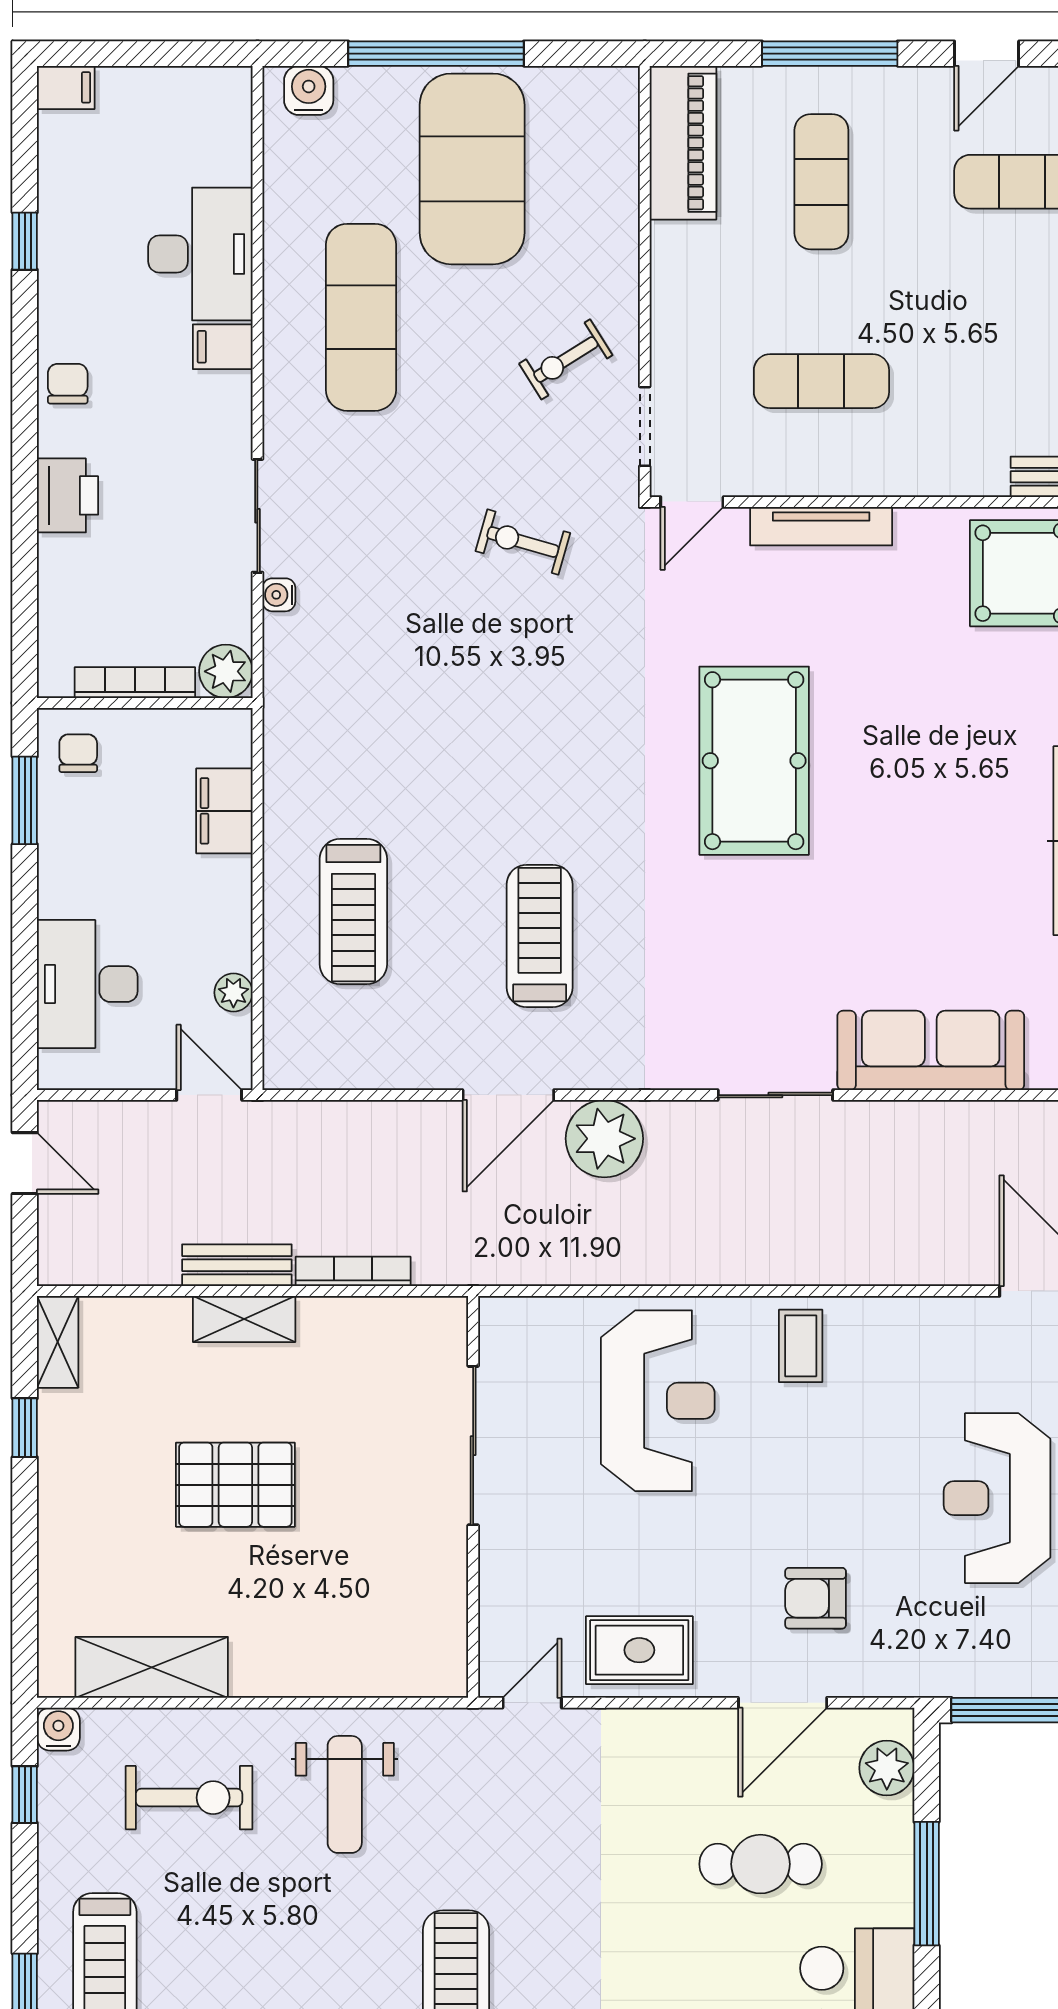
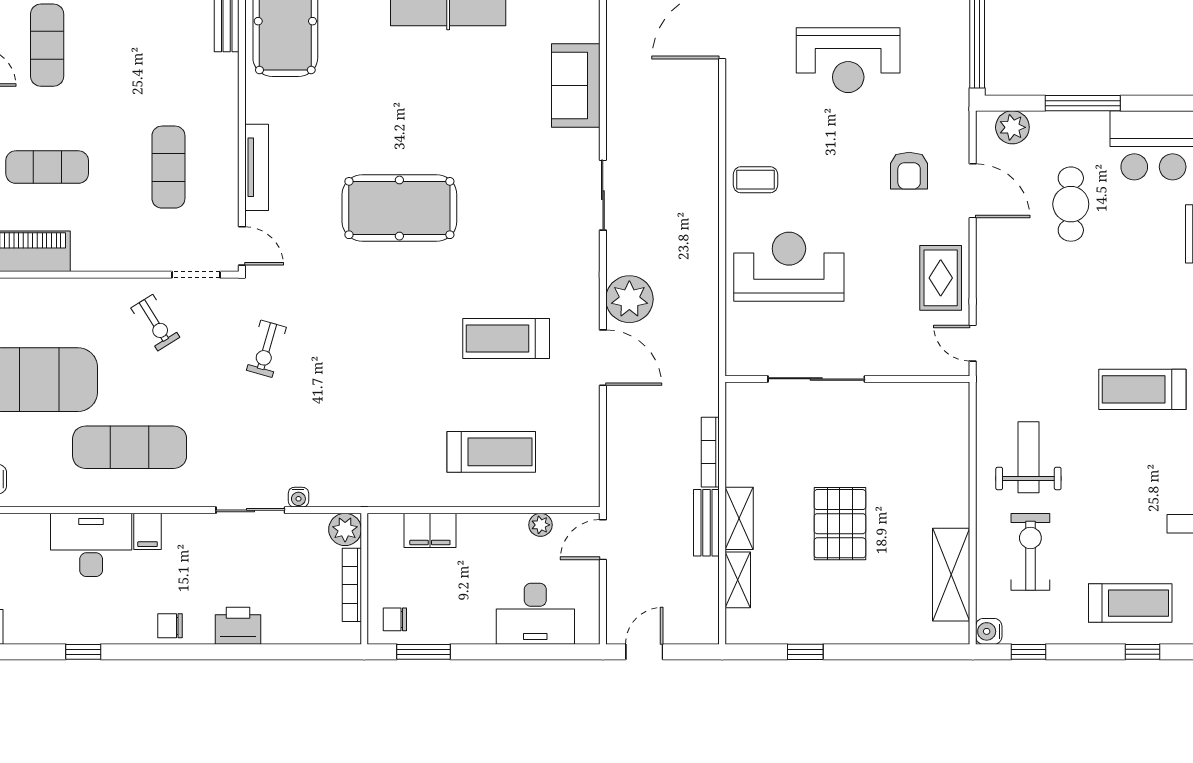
sofa: (931, 1050) -> (576, 85), width x0.73
shelving: (58, 1342) -> (738, 580), moved, turned 90
weight bench: (345, 1794) -> (1028, 457), turned -90

